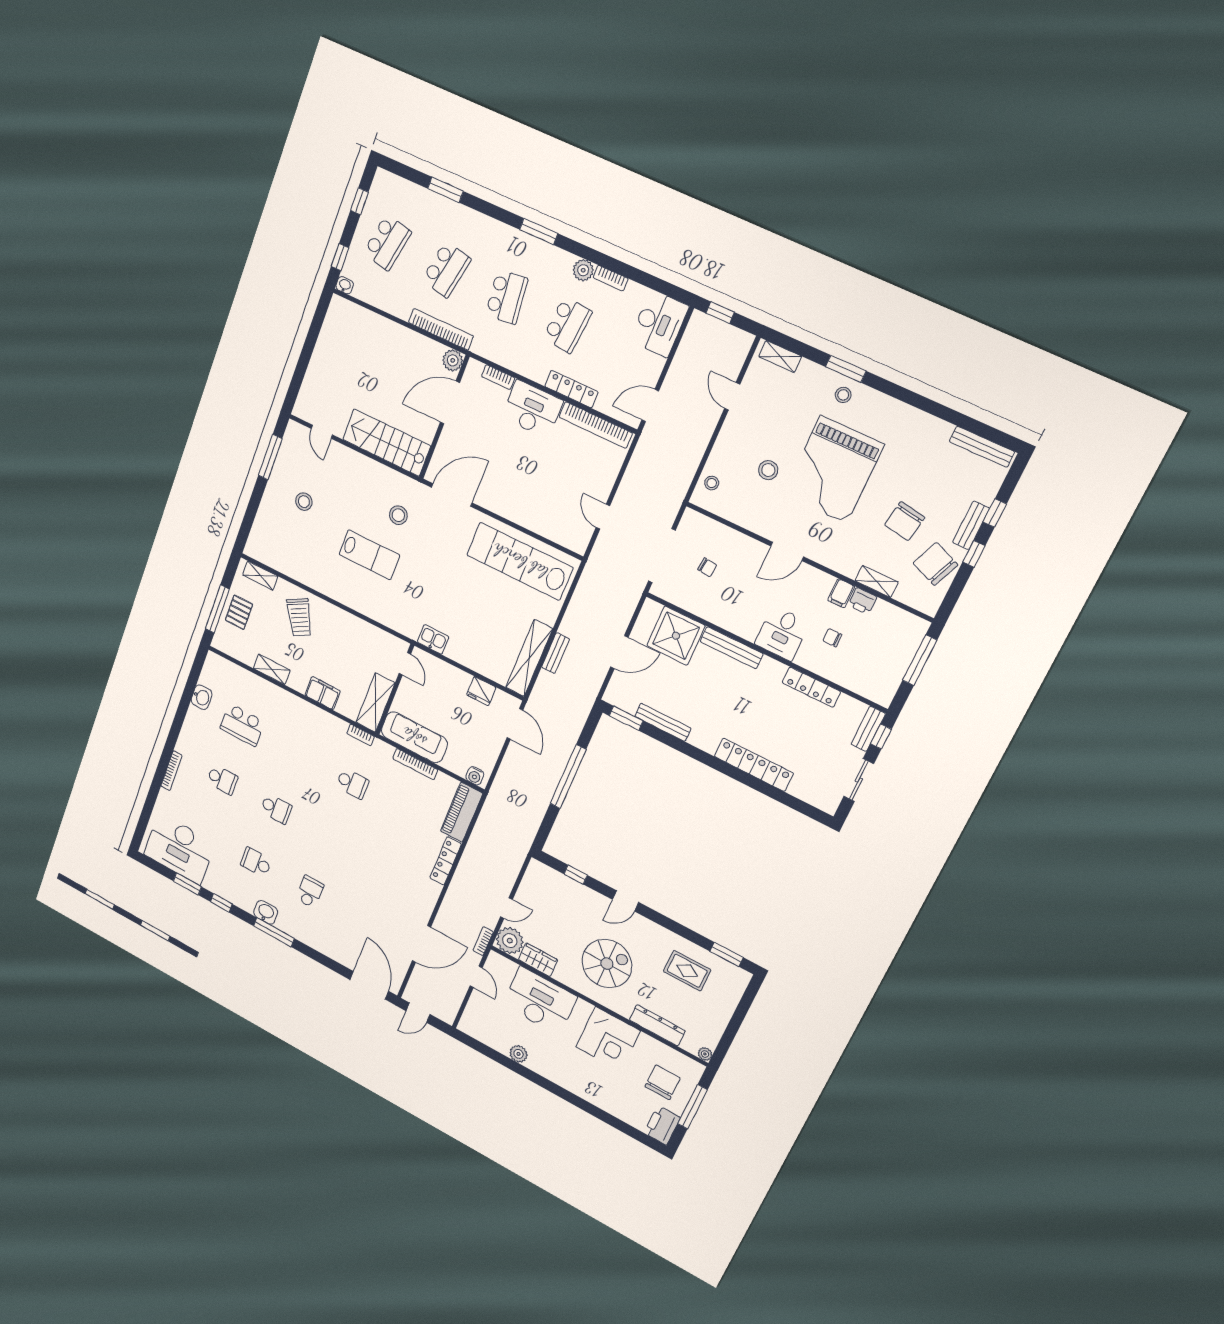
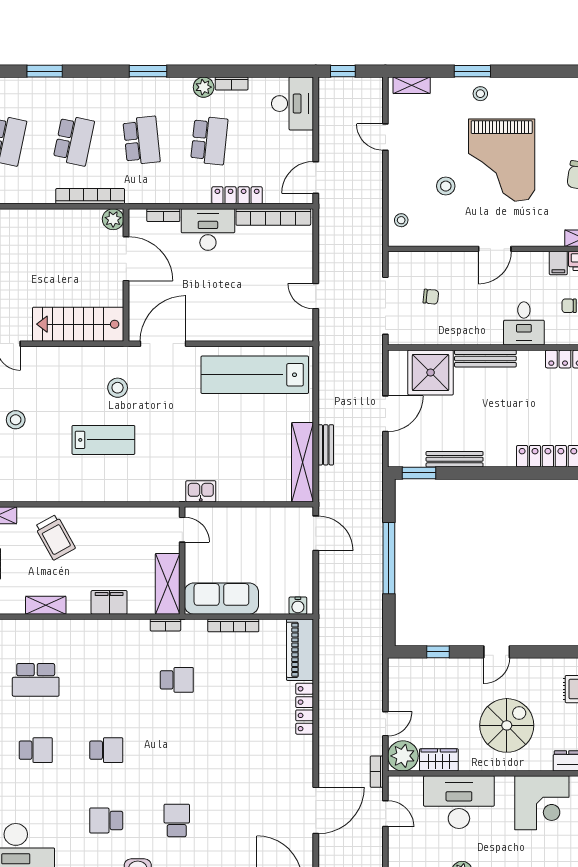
door: (450, 402) -> (126, 259), swing flipped
fridge: (481, 691) -> (269, 518), removed

